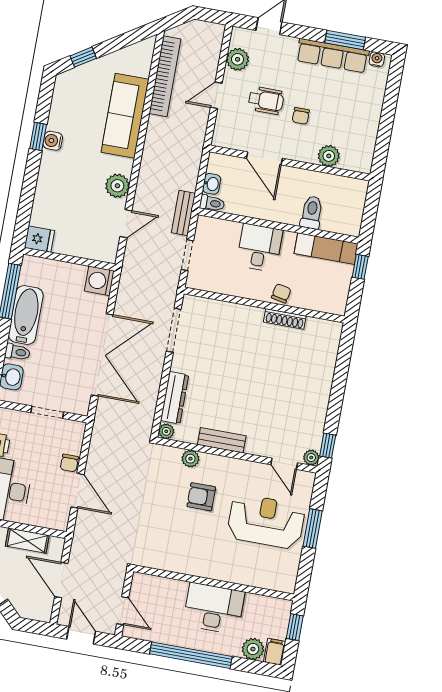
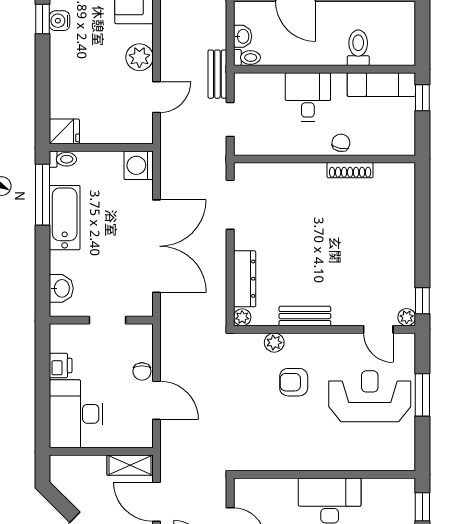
toilet: (17, 352) -> (63, 159), moved
shelving: (27, 541) -> (130, 465), moved

